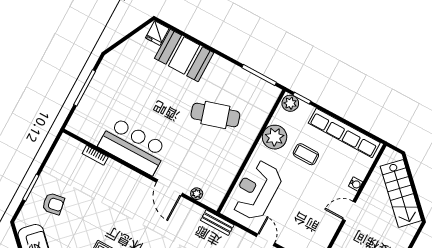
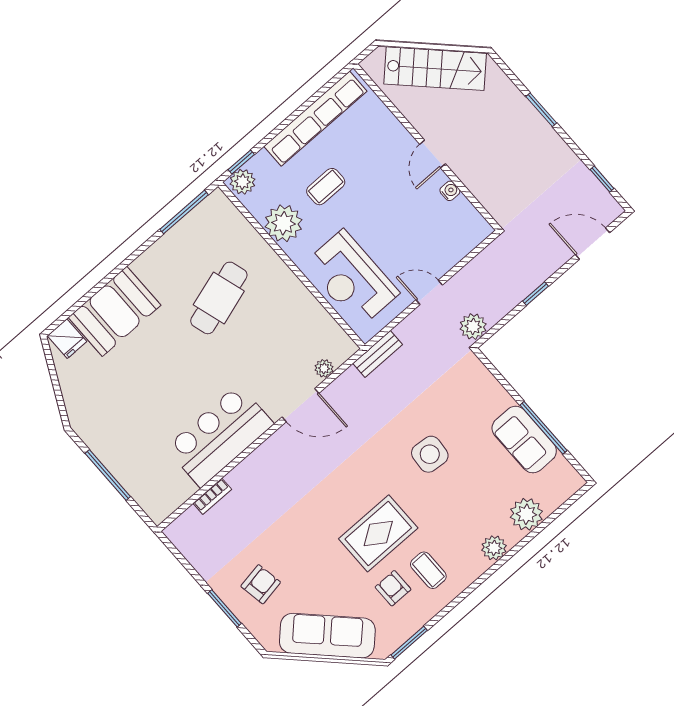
water cooler: (356, 184) -> (450, 191), moved

